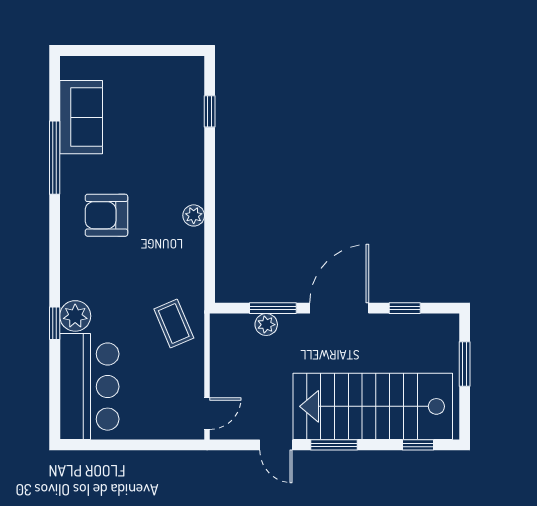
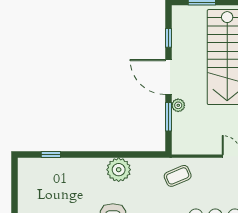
plant: (194, 215) -> (119, 170), width x1.88, depth x1.88
plant: (266, 325) -> (178, 105), moved

